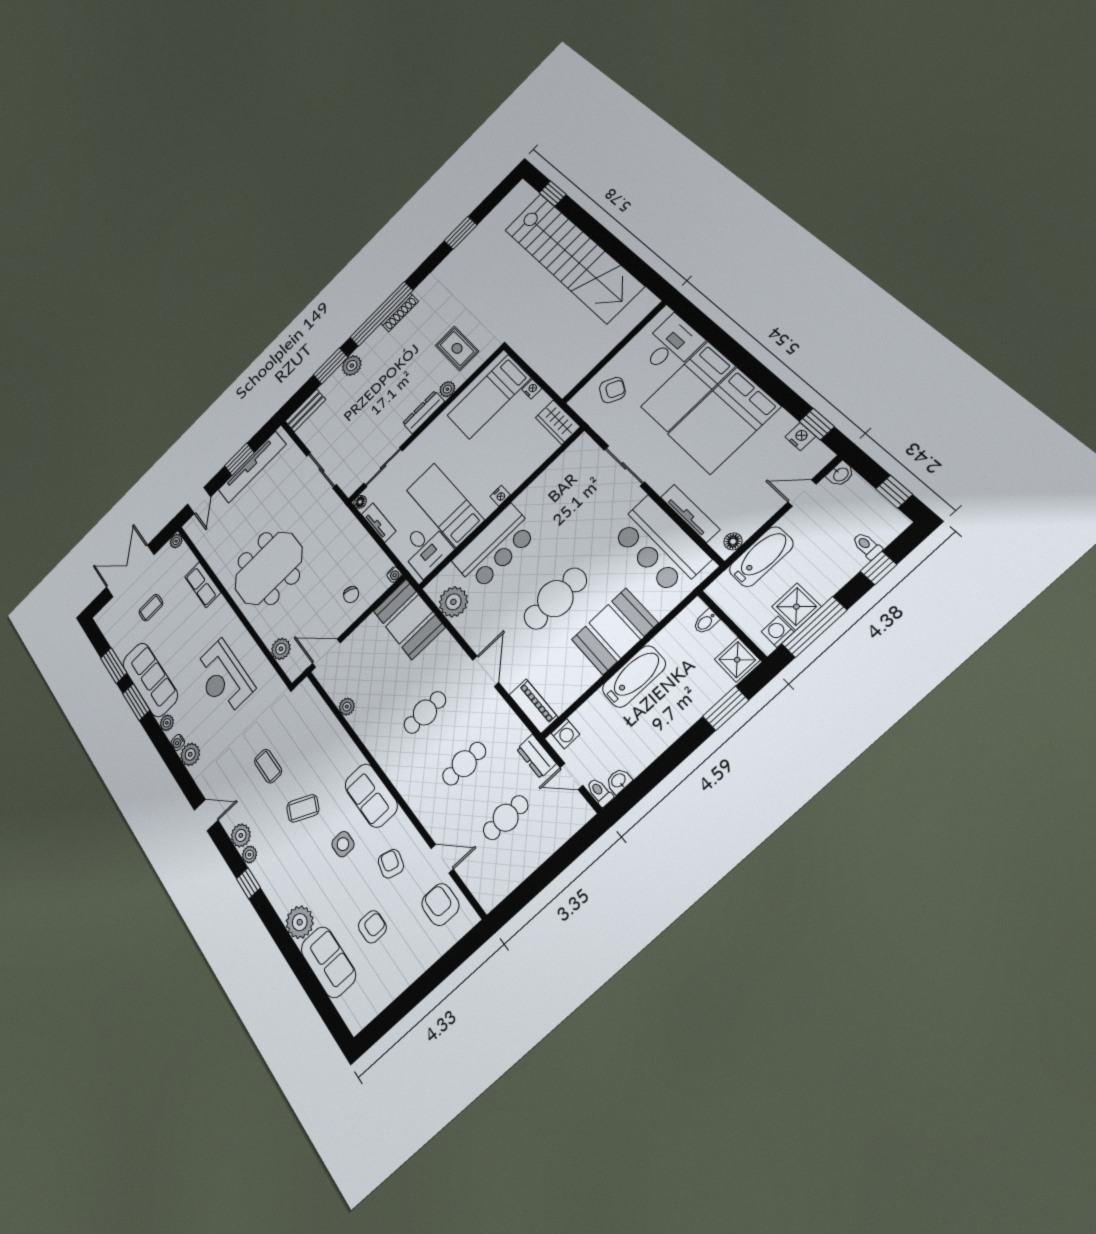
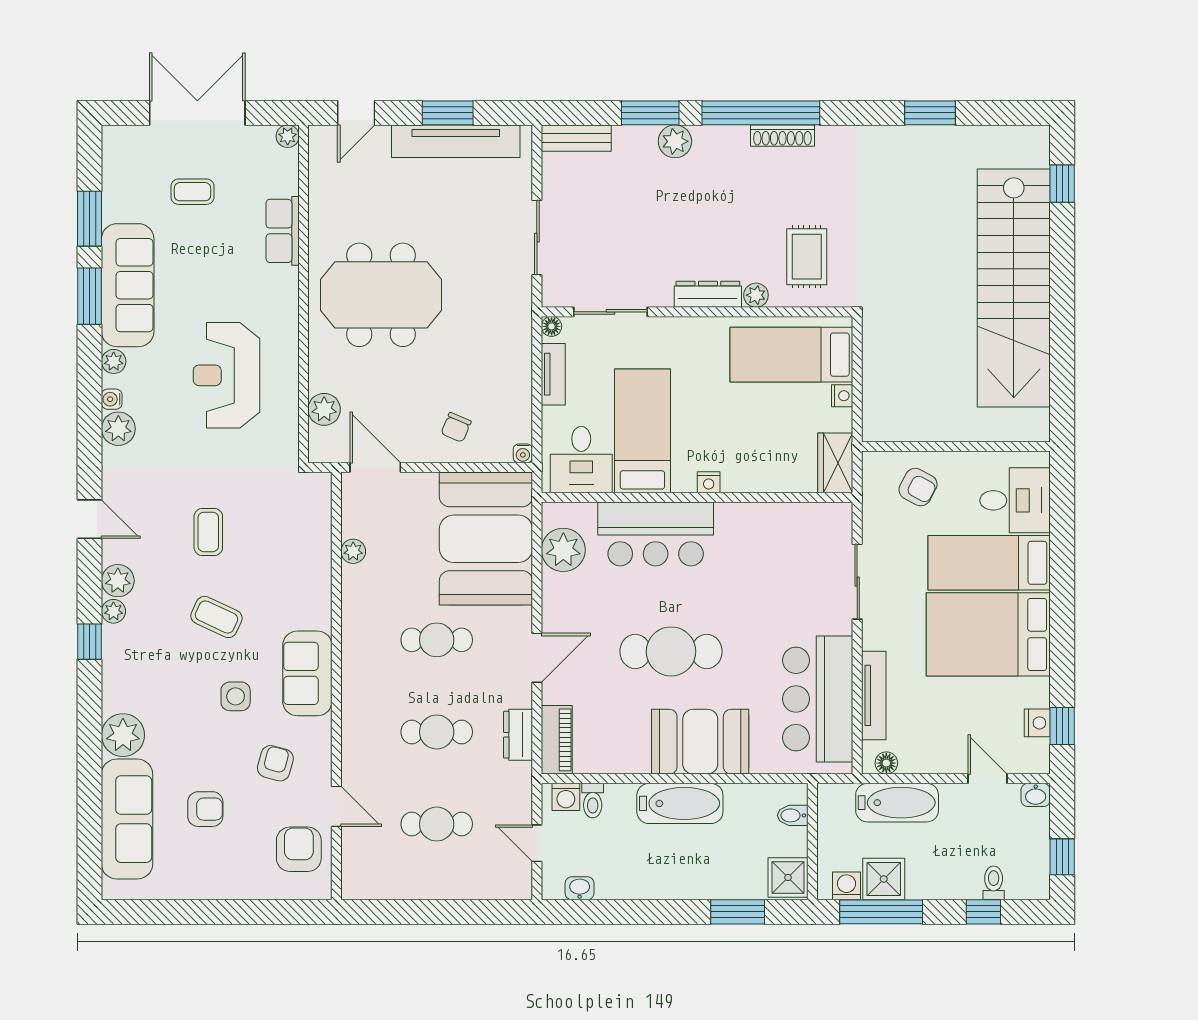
booth: (409, 619) -> (486, 539), width x1.36, depth x1.42
dresser: (536, 756) -> (518, 735), moved
toilet: (600, 792) -> (593, 801), moved, turned 180
sofa: (328, 962) -> (127, 819), width x1.36

